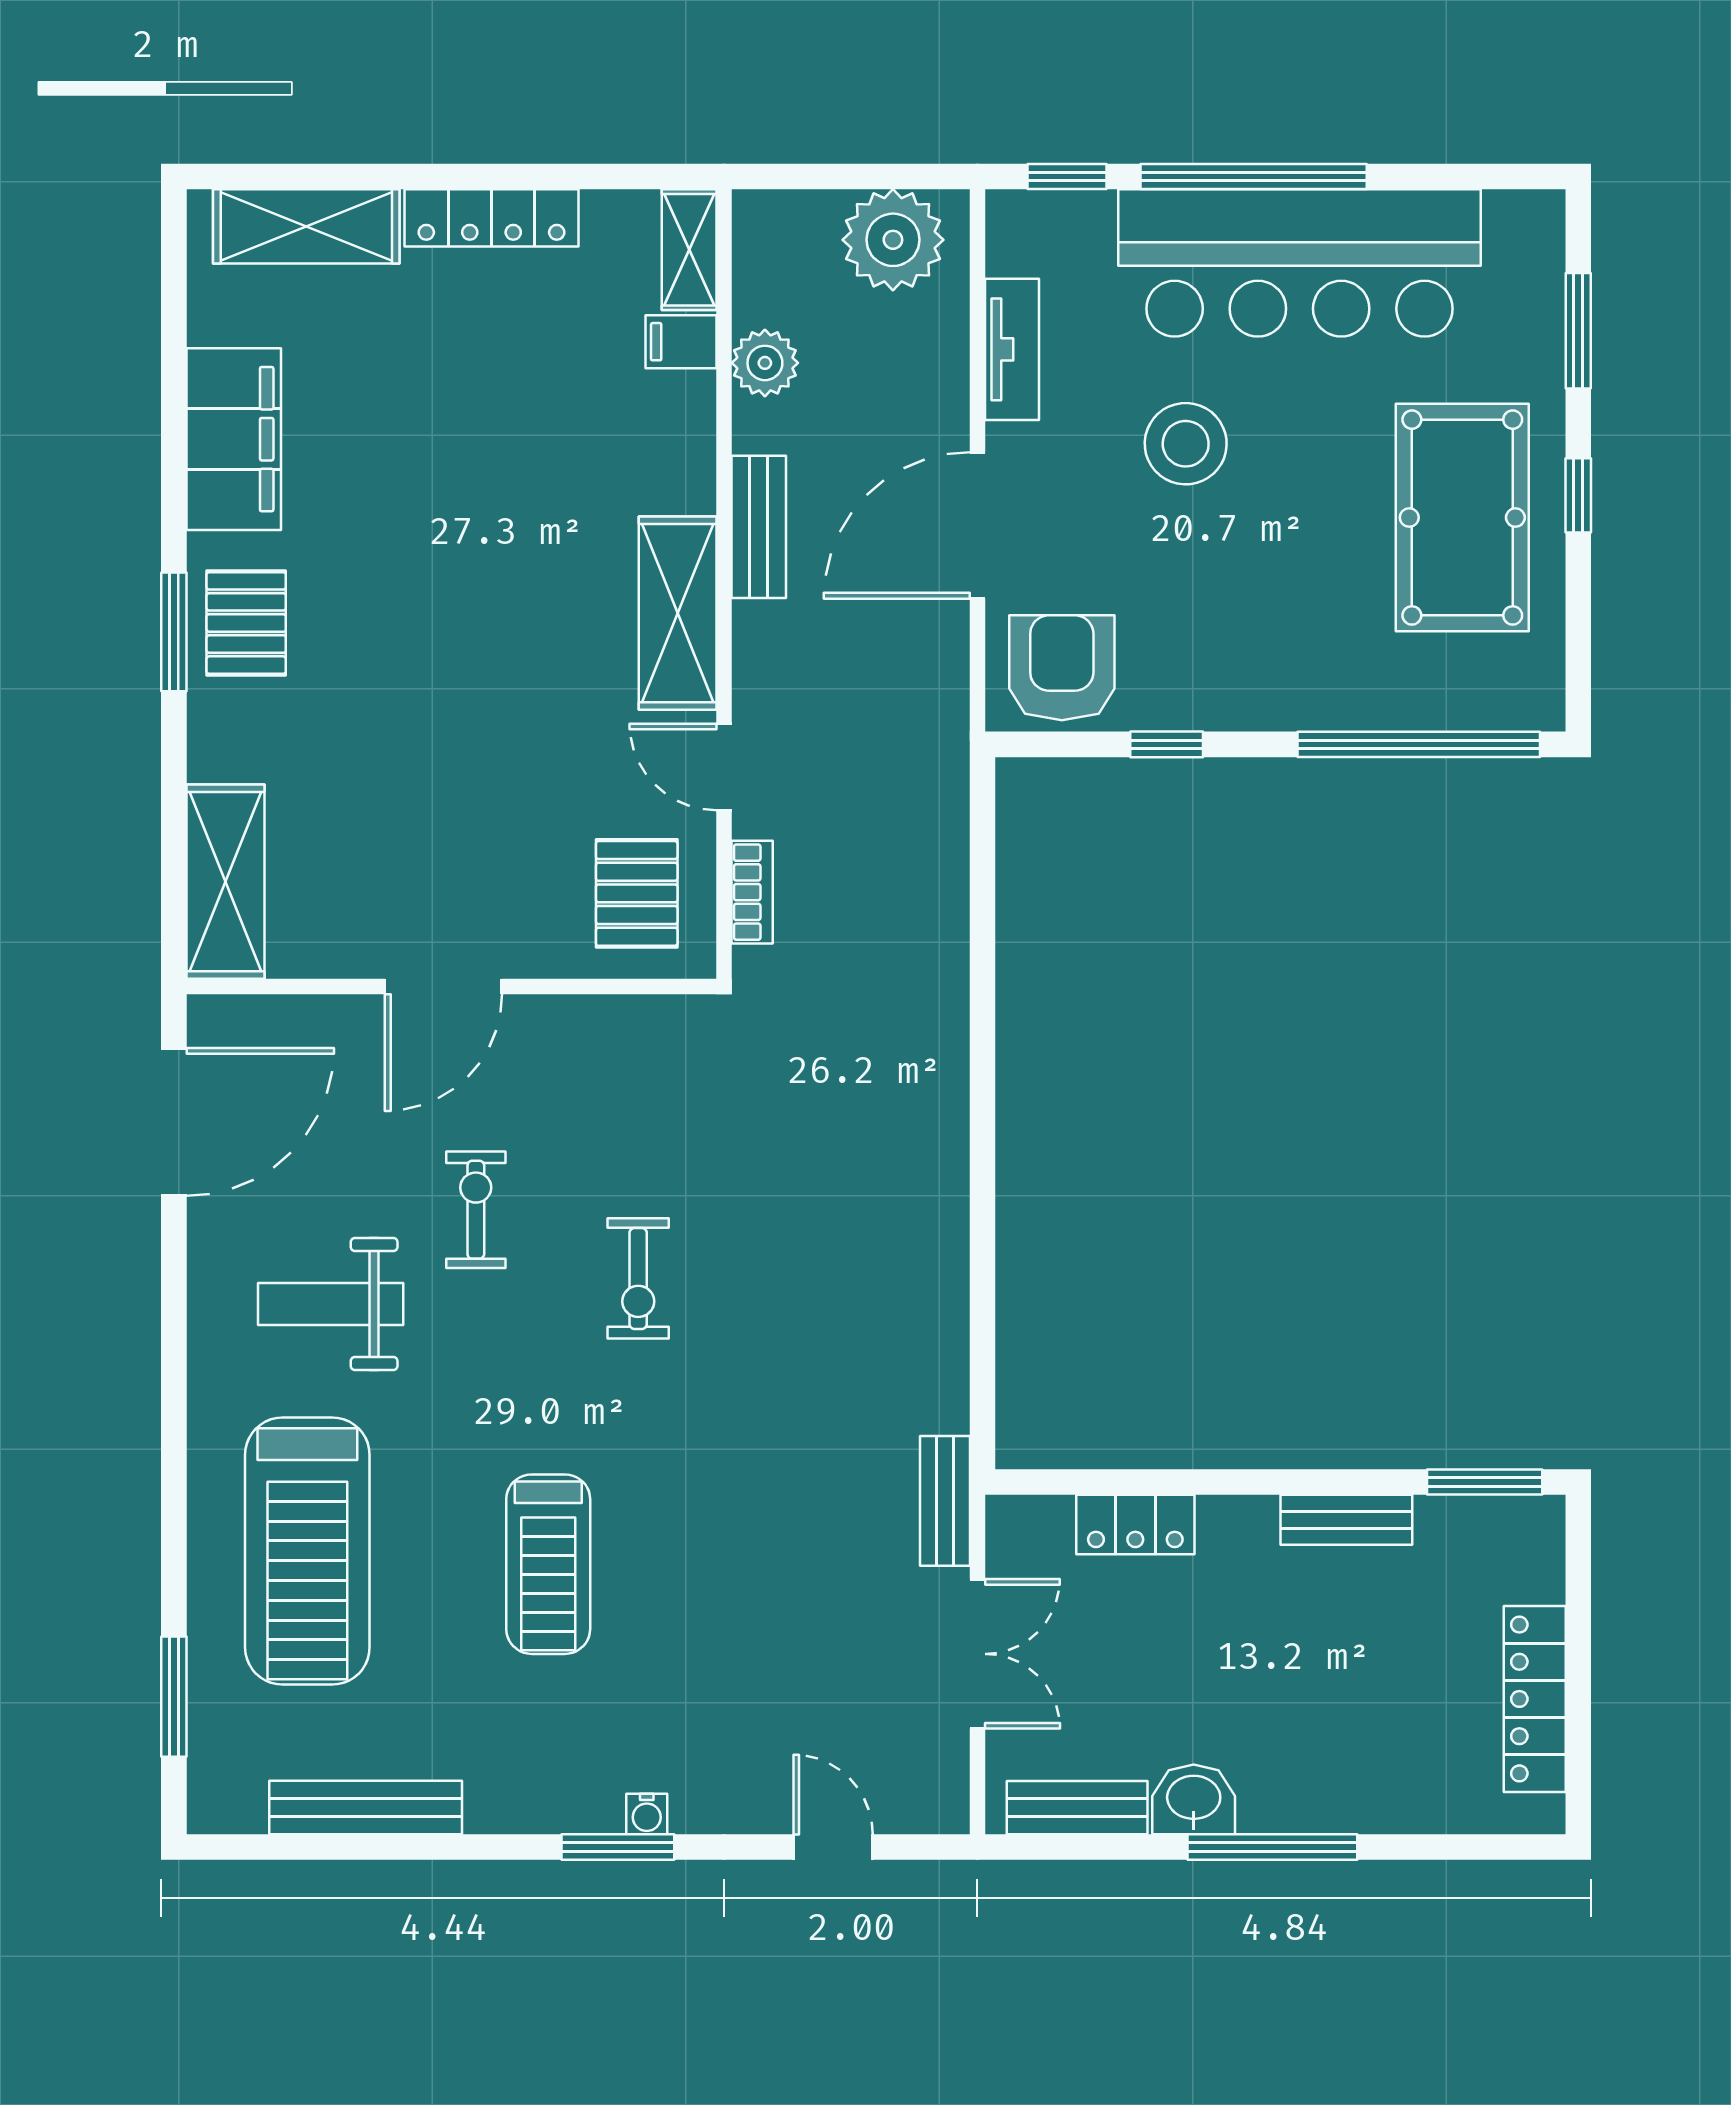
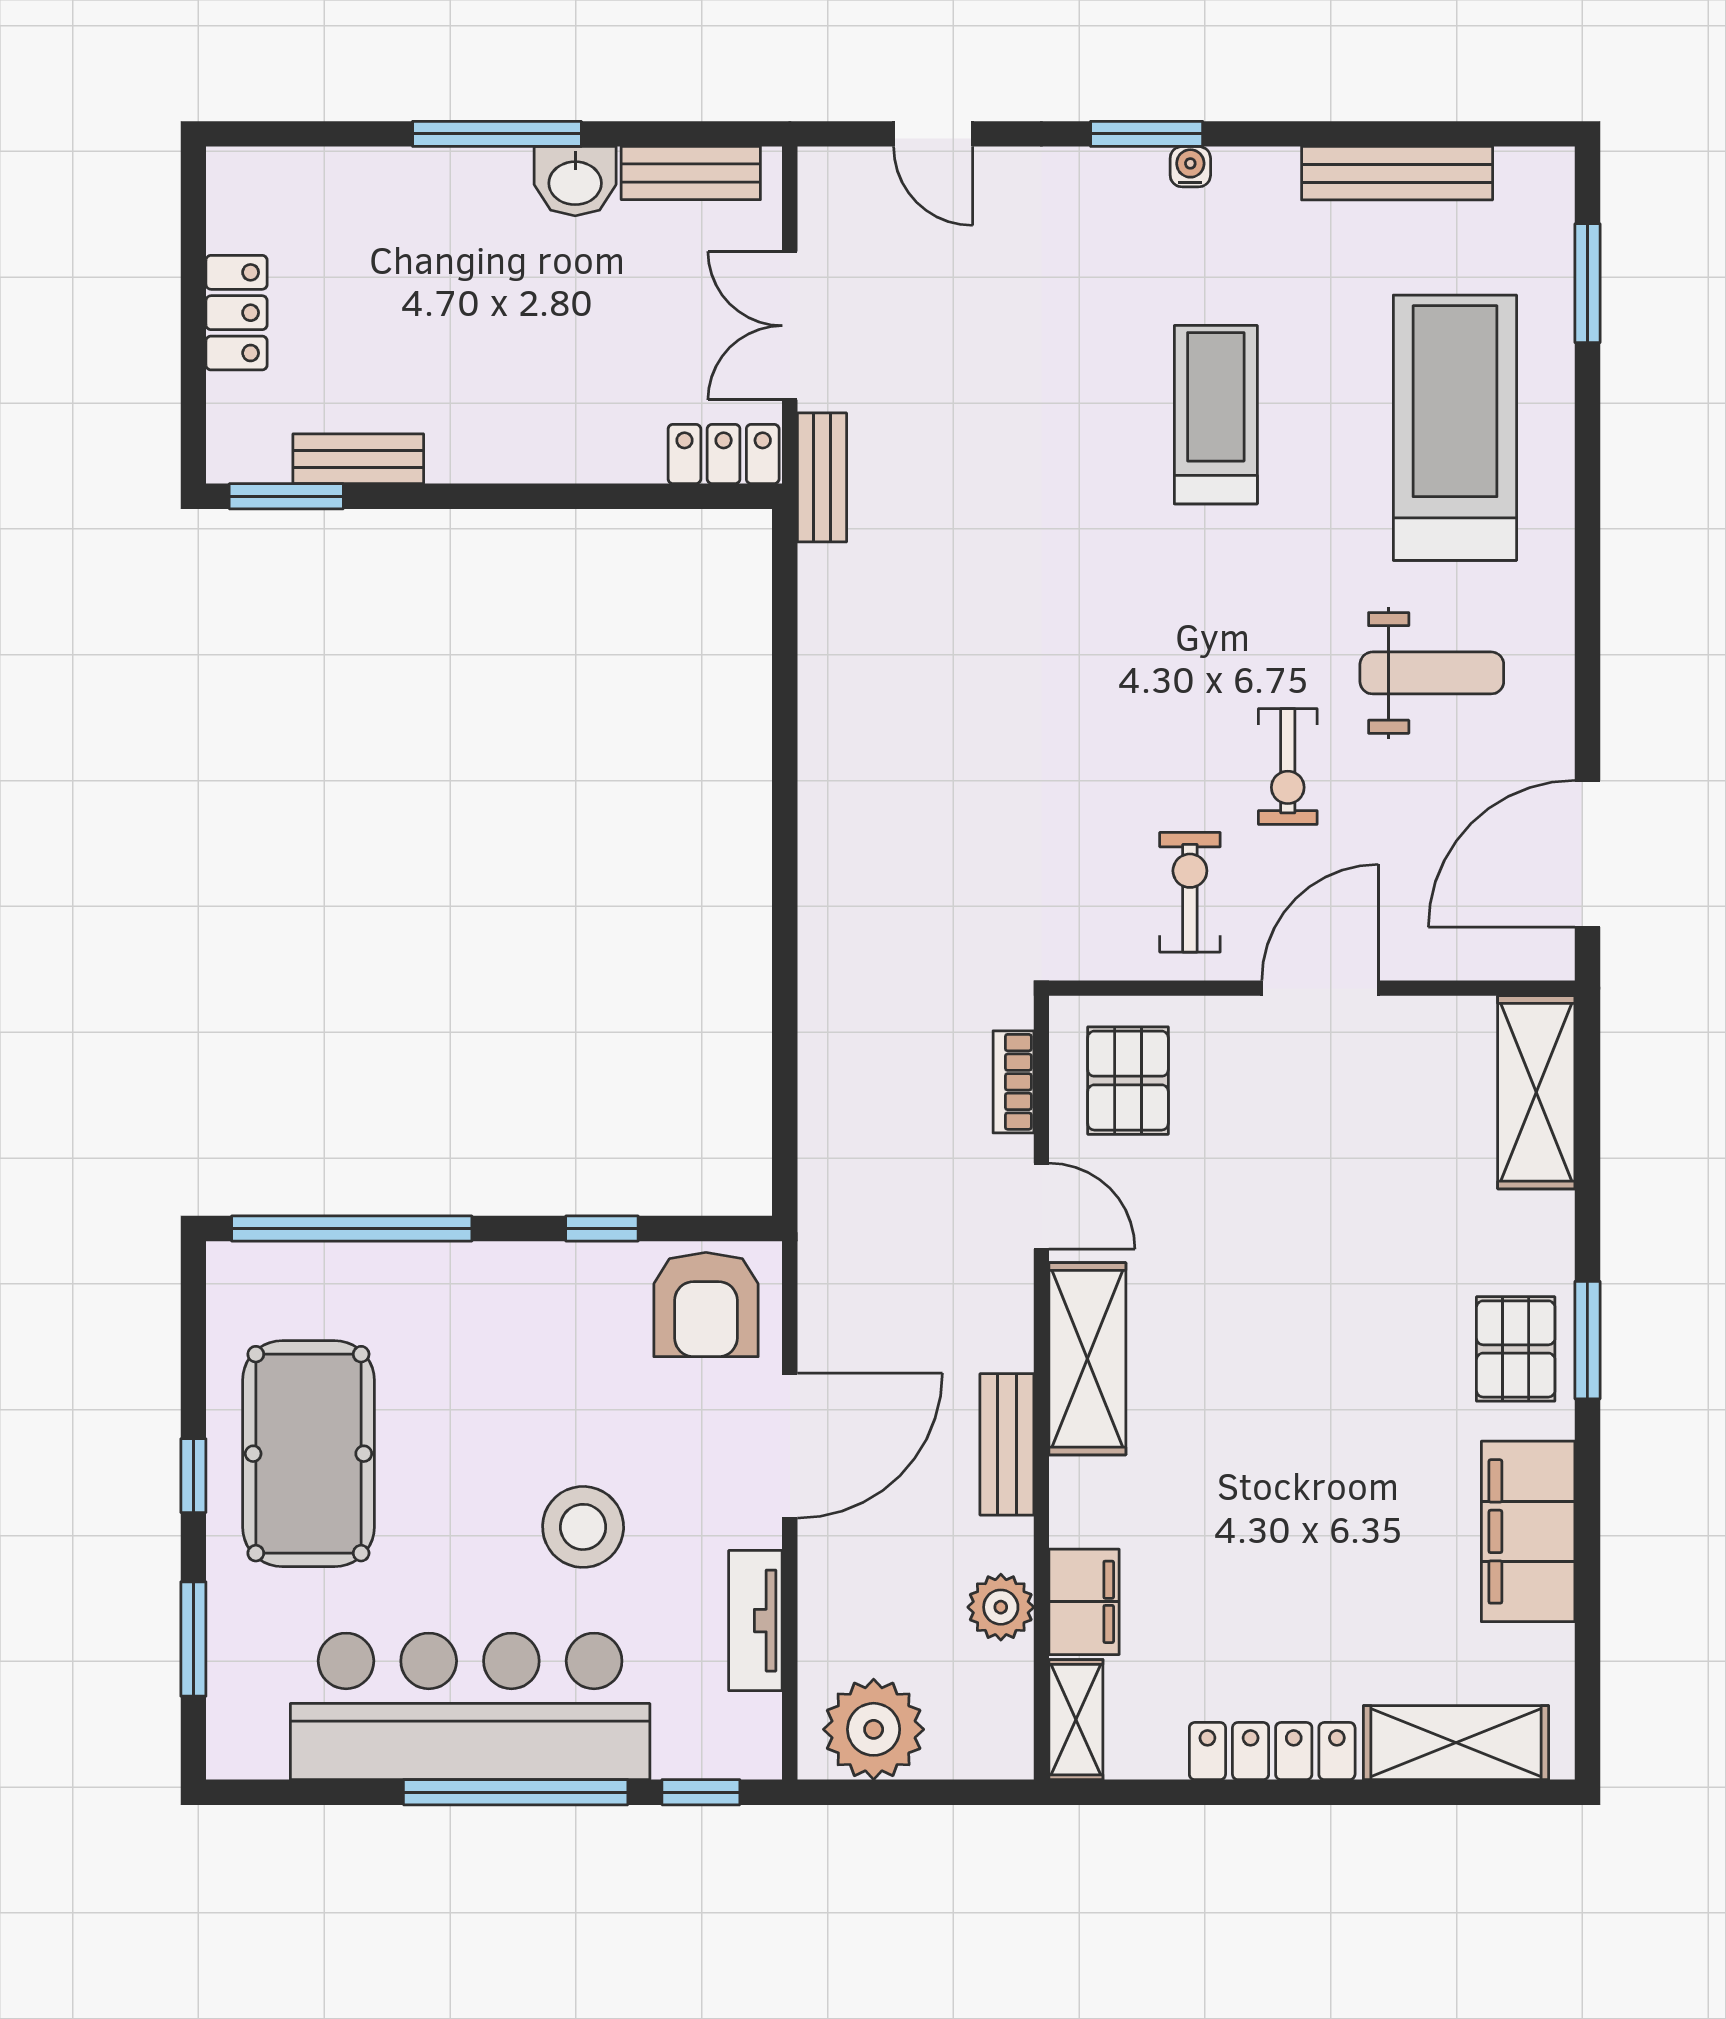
filing cabinet: (681, 342) -> (1084, 1602), width x2.00
exercise bike: (638, 1278) -> (1190, 892), moved
bench: (1346, 1520) -> (358, 459), moved
locker: (1135, 1525) -> (724, 454), moved
locker: (1535, 1699) -> (237, 313), width x0.66
water cooler: (647, 1814) -> (1190, 167), moved

